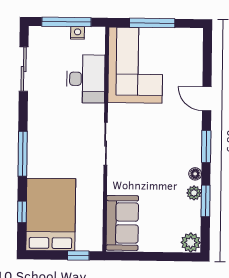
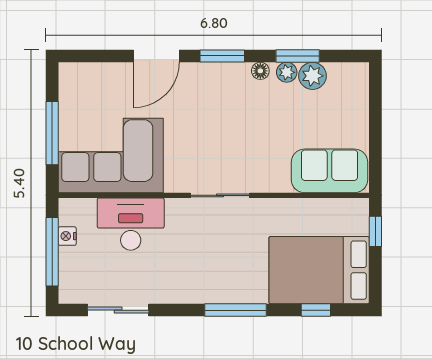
door: (207, 99) -> (156, 56), width x1.37
plant: (191, 242) -> (313, 76), moved

